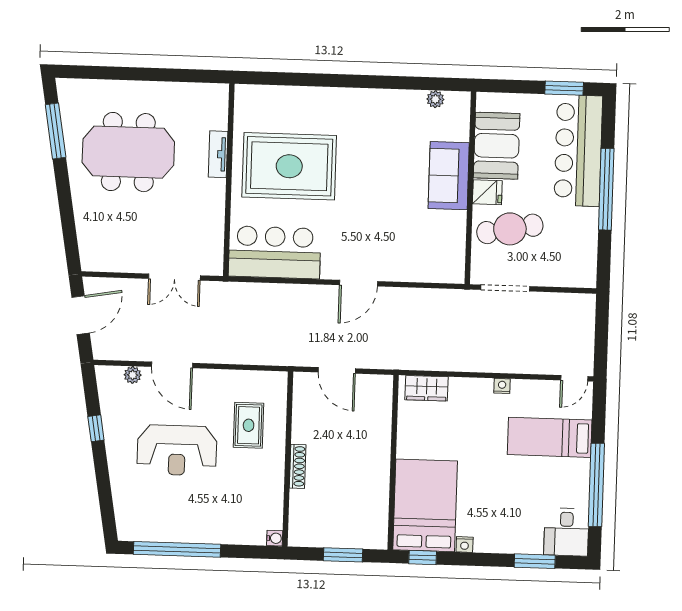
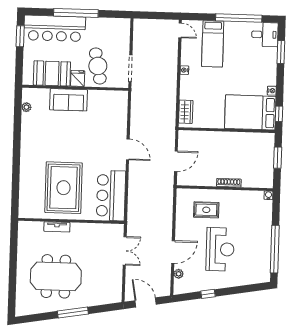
window: (56, 131) -> (73, 313), moved
meeting table: (128, 152) -> (56, 276), turned 90

